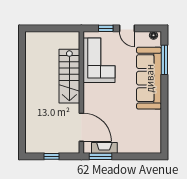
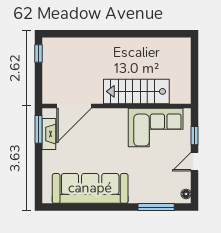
sofa: (149, 78) -> (90, 188), moved
window: (52, 156) -> (39, 54), moved

